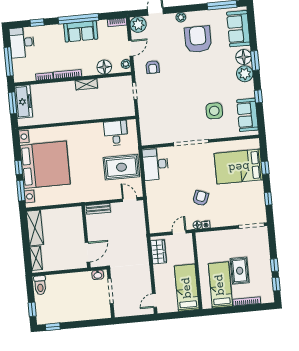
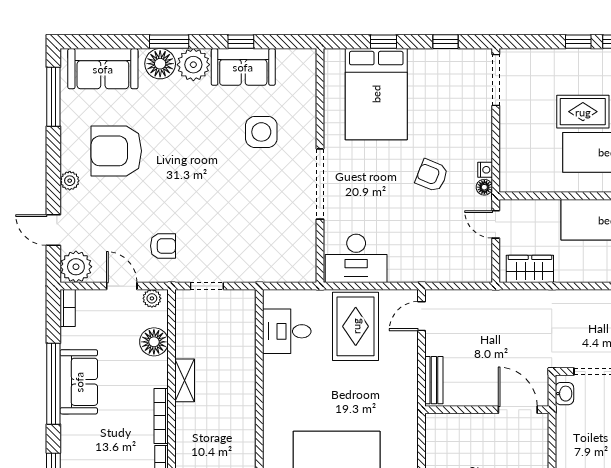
sofa: (247, 115) -> (243, 67), moved

